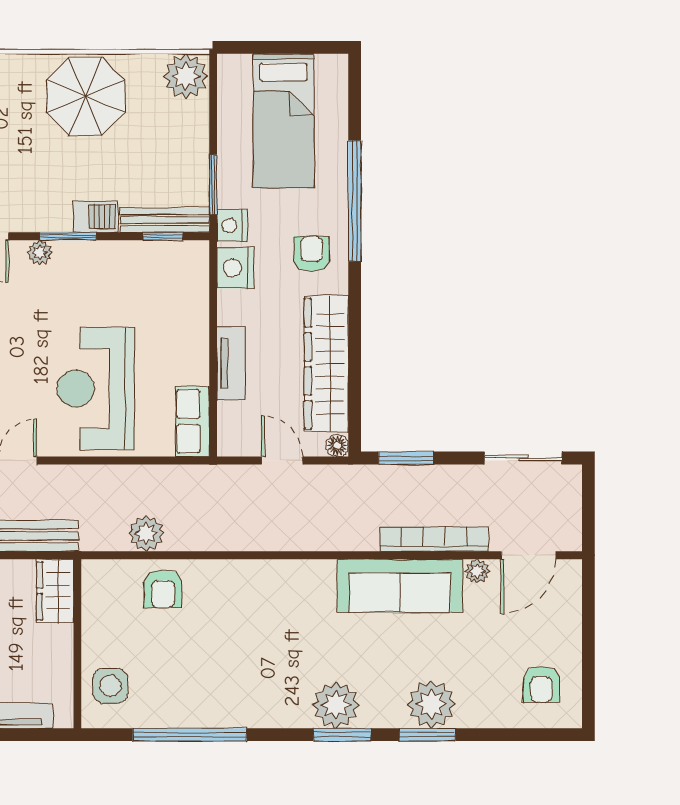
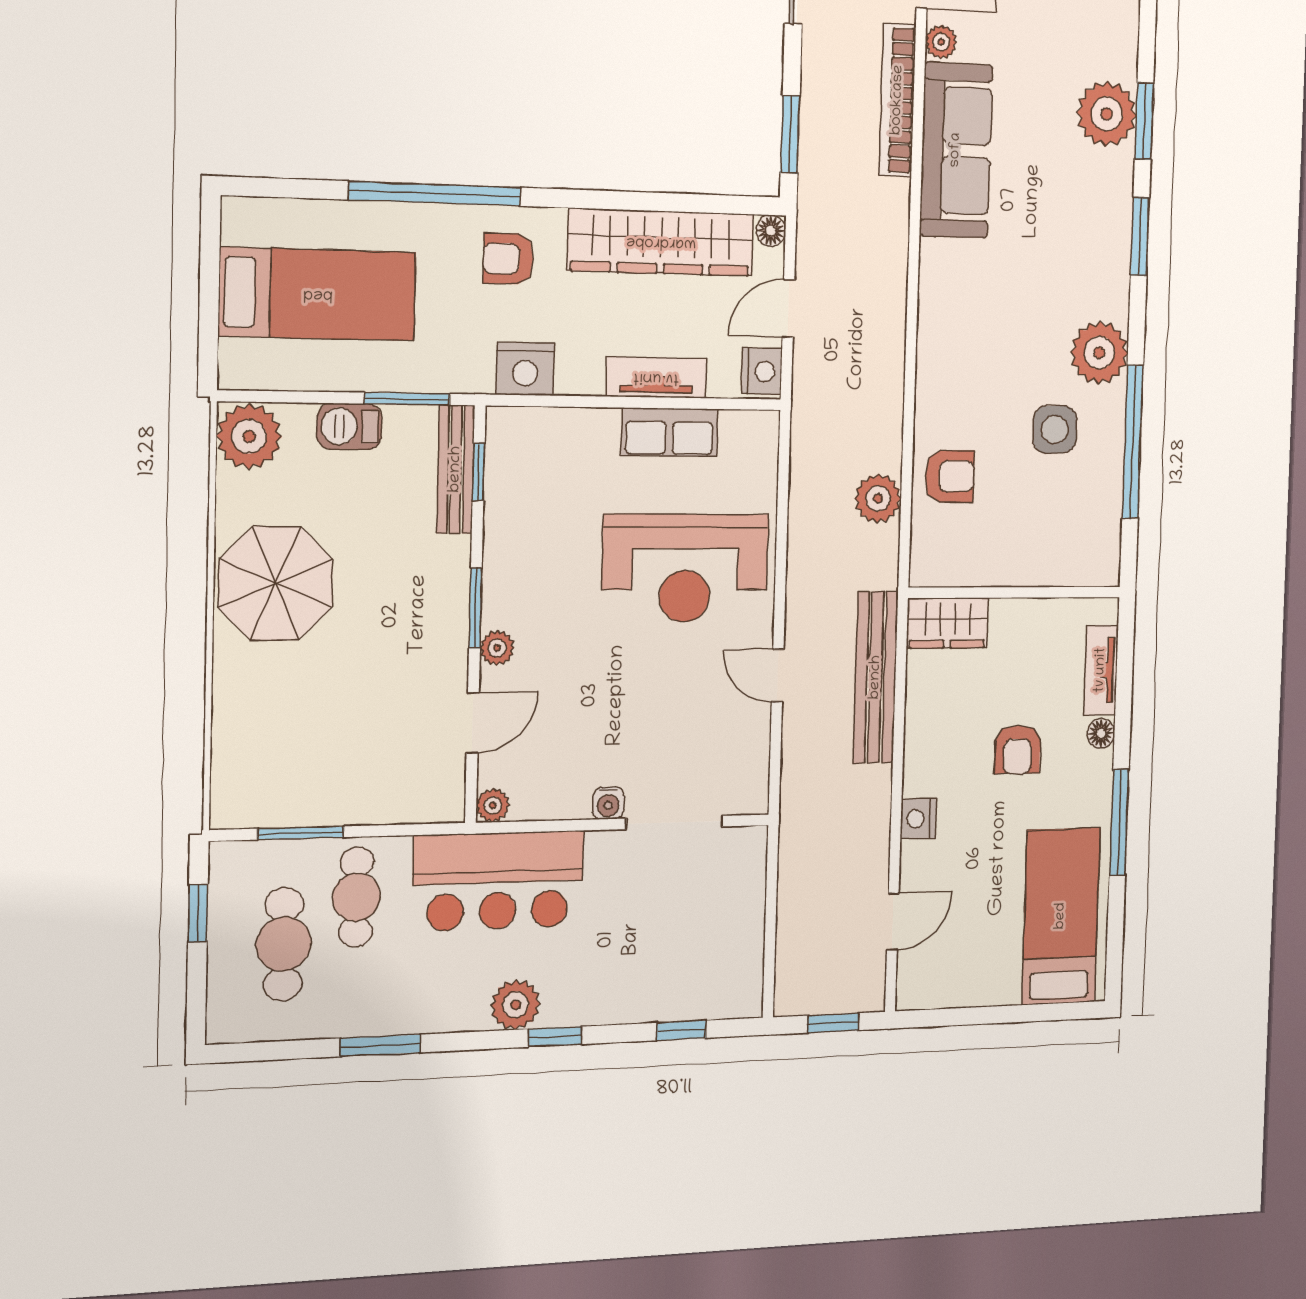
barbecue: (95, 217) -> (349, 426), moved, turned -90
nightstand: (232, 225) -> (762, 371), moved, turned -90
row of seats: (192, 421) -> (669, 432), moved
side table: (110, 686) -> (1055, 429), moved
plant: (336, 705) -> (1099, 353), moved

